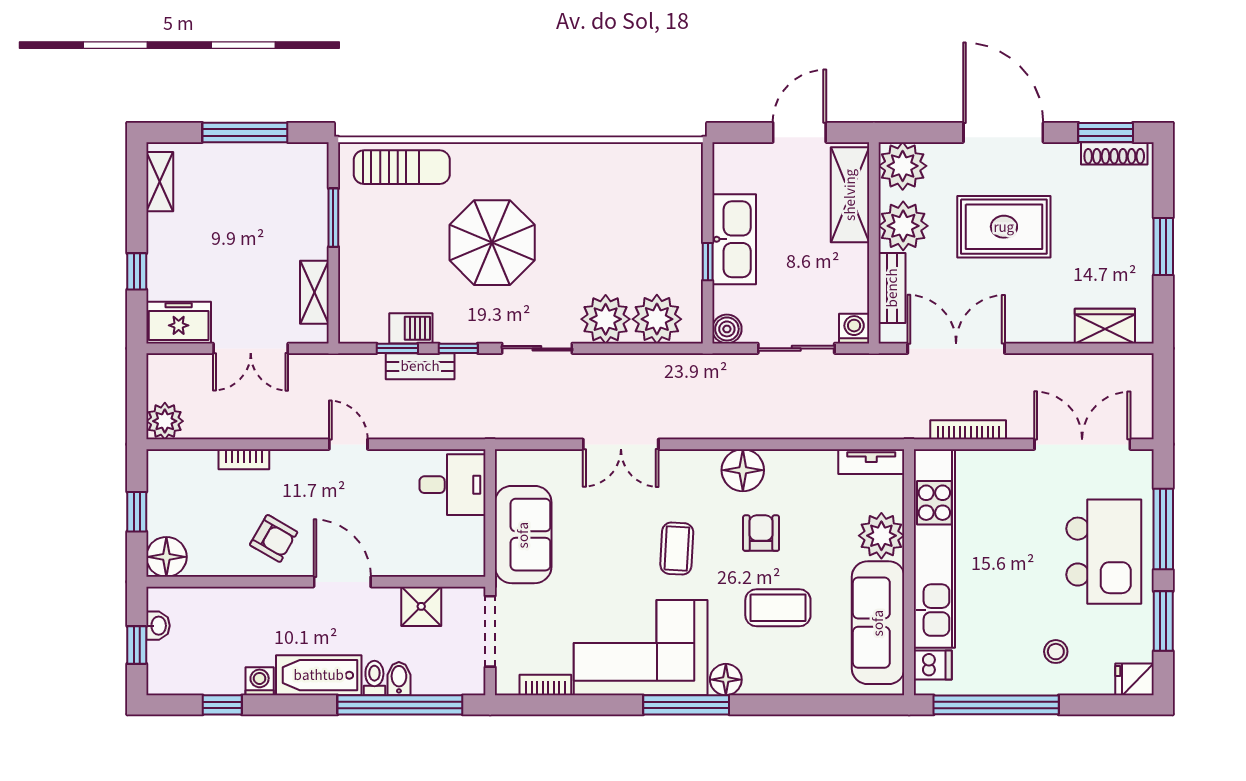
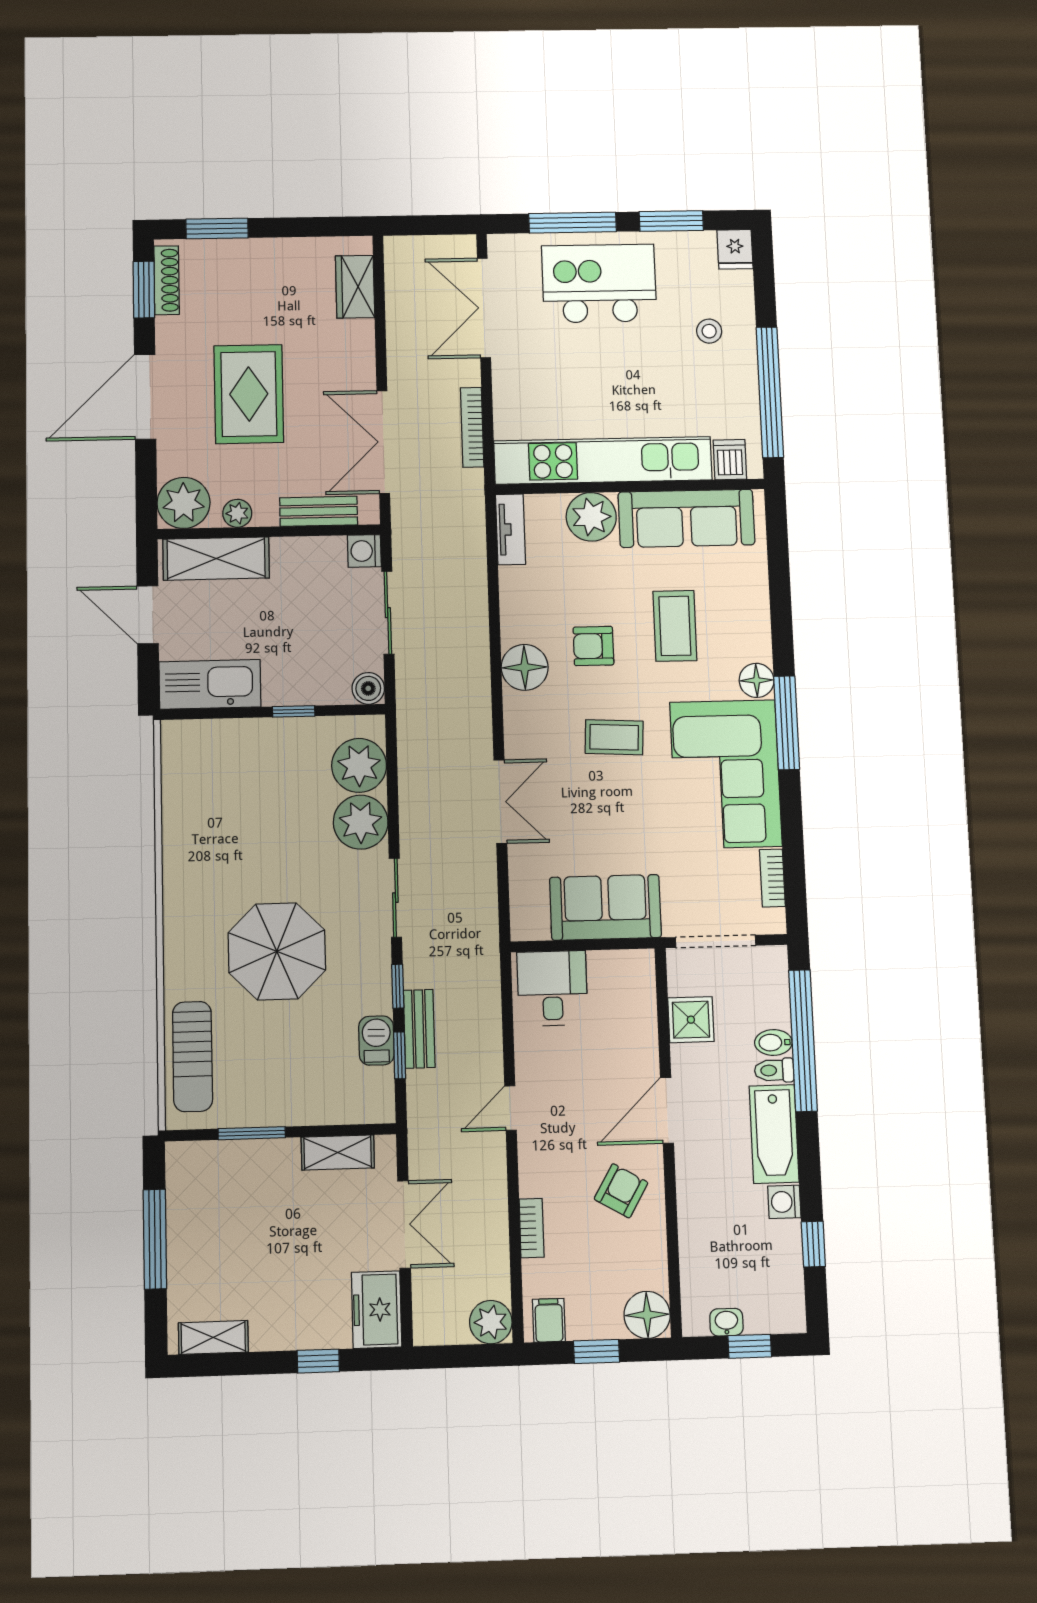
sun lounger: (402, 167) -> (193, 1056), turned 180
plant: (903, 226) -> (237, 513), width x0.53, depth x0.53
kitchen sink: (734, 239) -> (210, 684), moved
window: (1163, 246) -> (217, 229), moved
filing cabinet: (165, 471) -> (549, 1320), added

